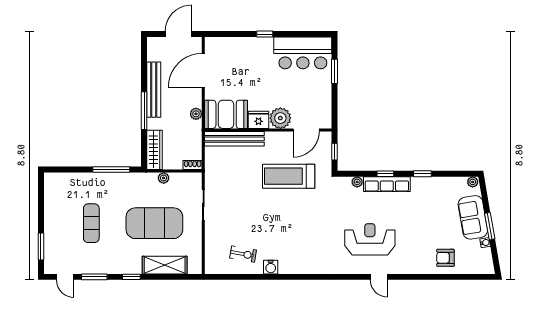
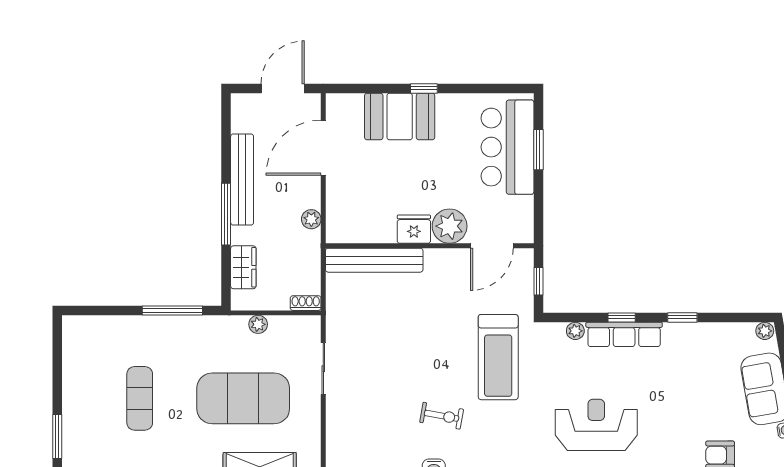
bar counter: (303, 53) -> (507, 147), moved, turned 90
booth: (226, 114) -> (400, 117), moved
wardrobe: (154, 150) -> (243, 267), width x0.67
treadmill: (289, 176) -> (498, 357), moved, turned -90
exercise bike: (243, 254) -> (442, 416), moved

